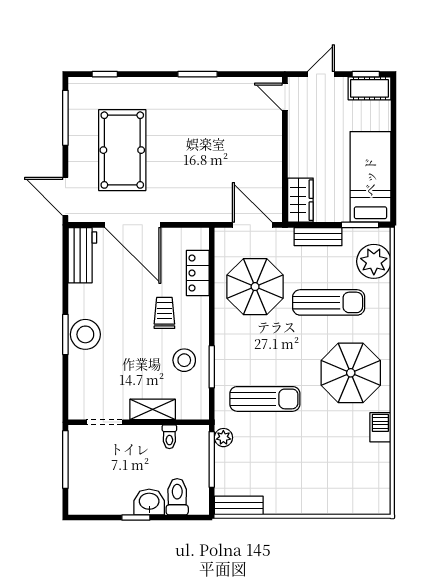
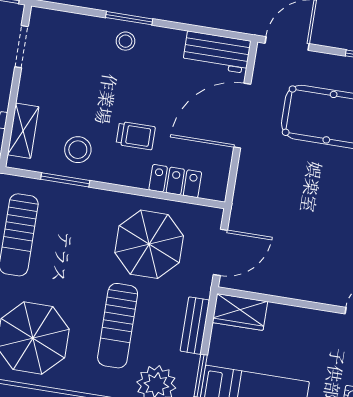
stool: (85, 334) -> (126, 41), width x0.53, depth x0.53
shelving: (153, 409) -> (23, 131), moved

